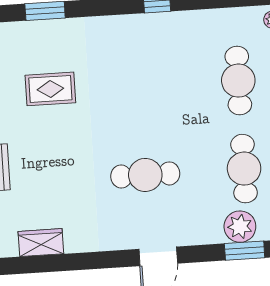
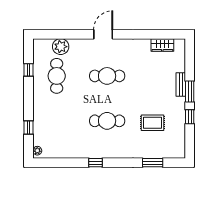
cafe table: (238, 81) -> (107, 121), moved, turned 90
window: (245, 251) -> (59, 34), removed

